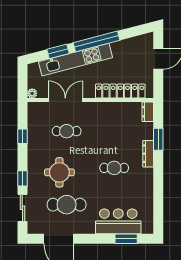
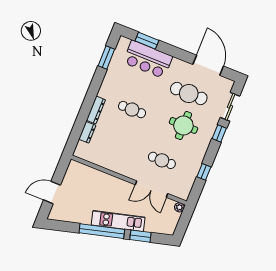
kitchen unit: (75, 60) -> (118, 221), width x0.73
locker: (120, 91) -> (98, 177), removed
dresser: (148, 112) -> (87, 132), moved
window: (158, 139) -> (106, 58), moved

